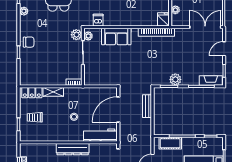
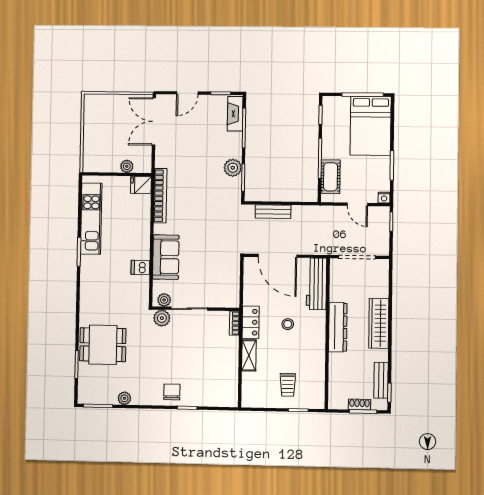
dishwasher: (98, 20) -> (140, 267), moved
door: (224, 49) -> (187, 93), hinge flipped
locker: (32, 93) -> (251, 322), moved

